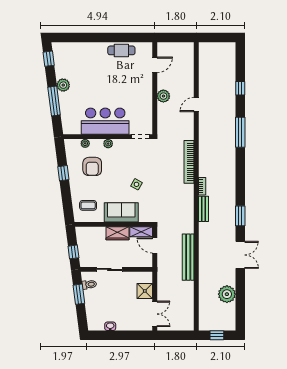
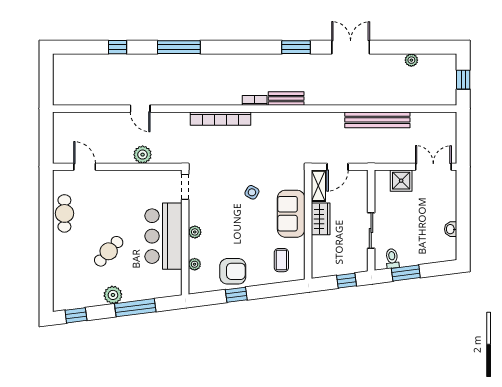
cafe table: (94, 82) -> (109, 251), added
plant: (163, 96) -> (143, 155), moved
armchair: (92, 166) -> (233, 271), moved
bench: (188, 257) -> (377, 120), moved
plant: (227, 294) -> (411, 60), width x0.53, depth x0.53

